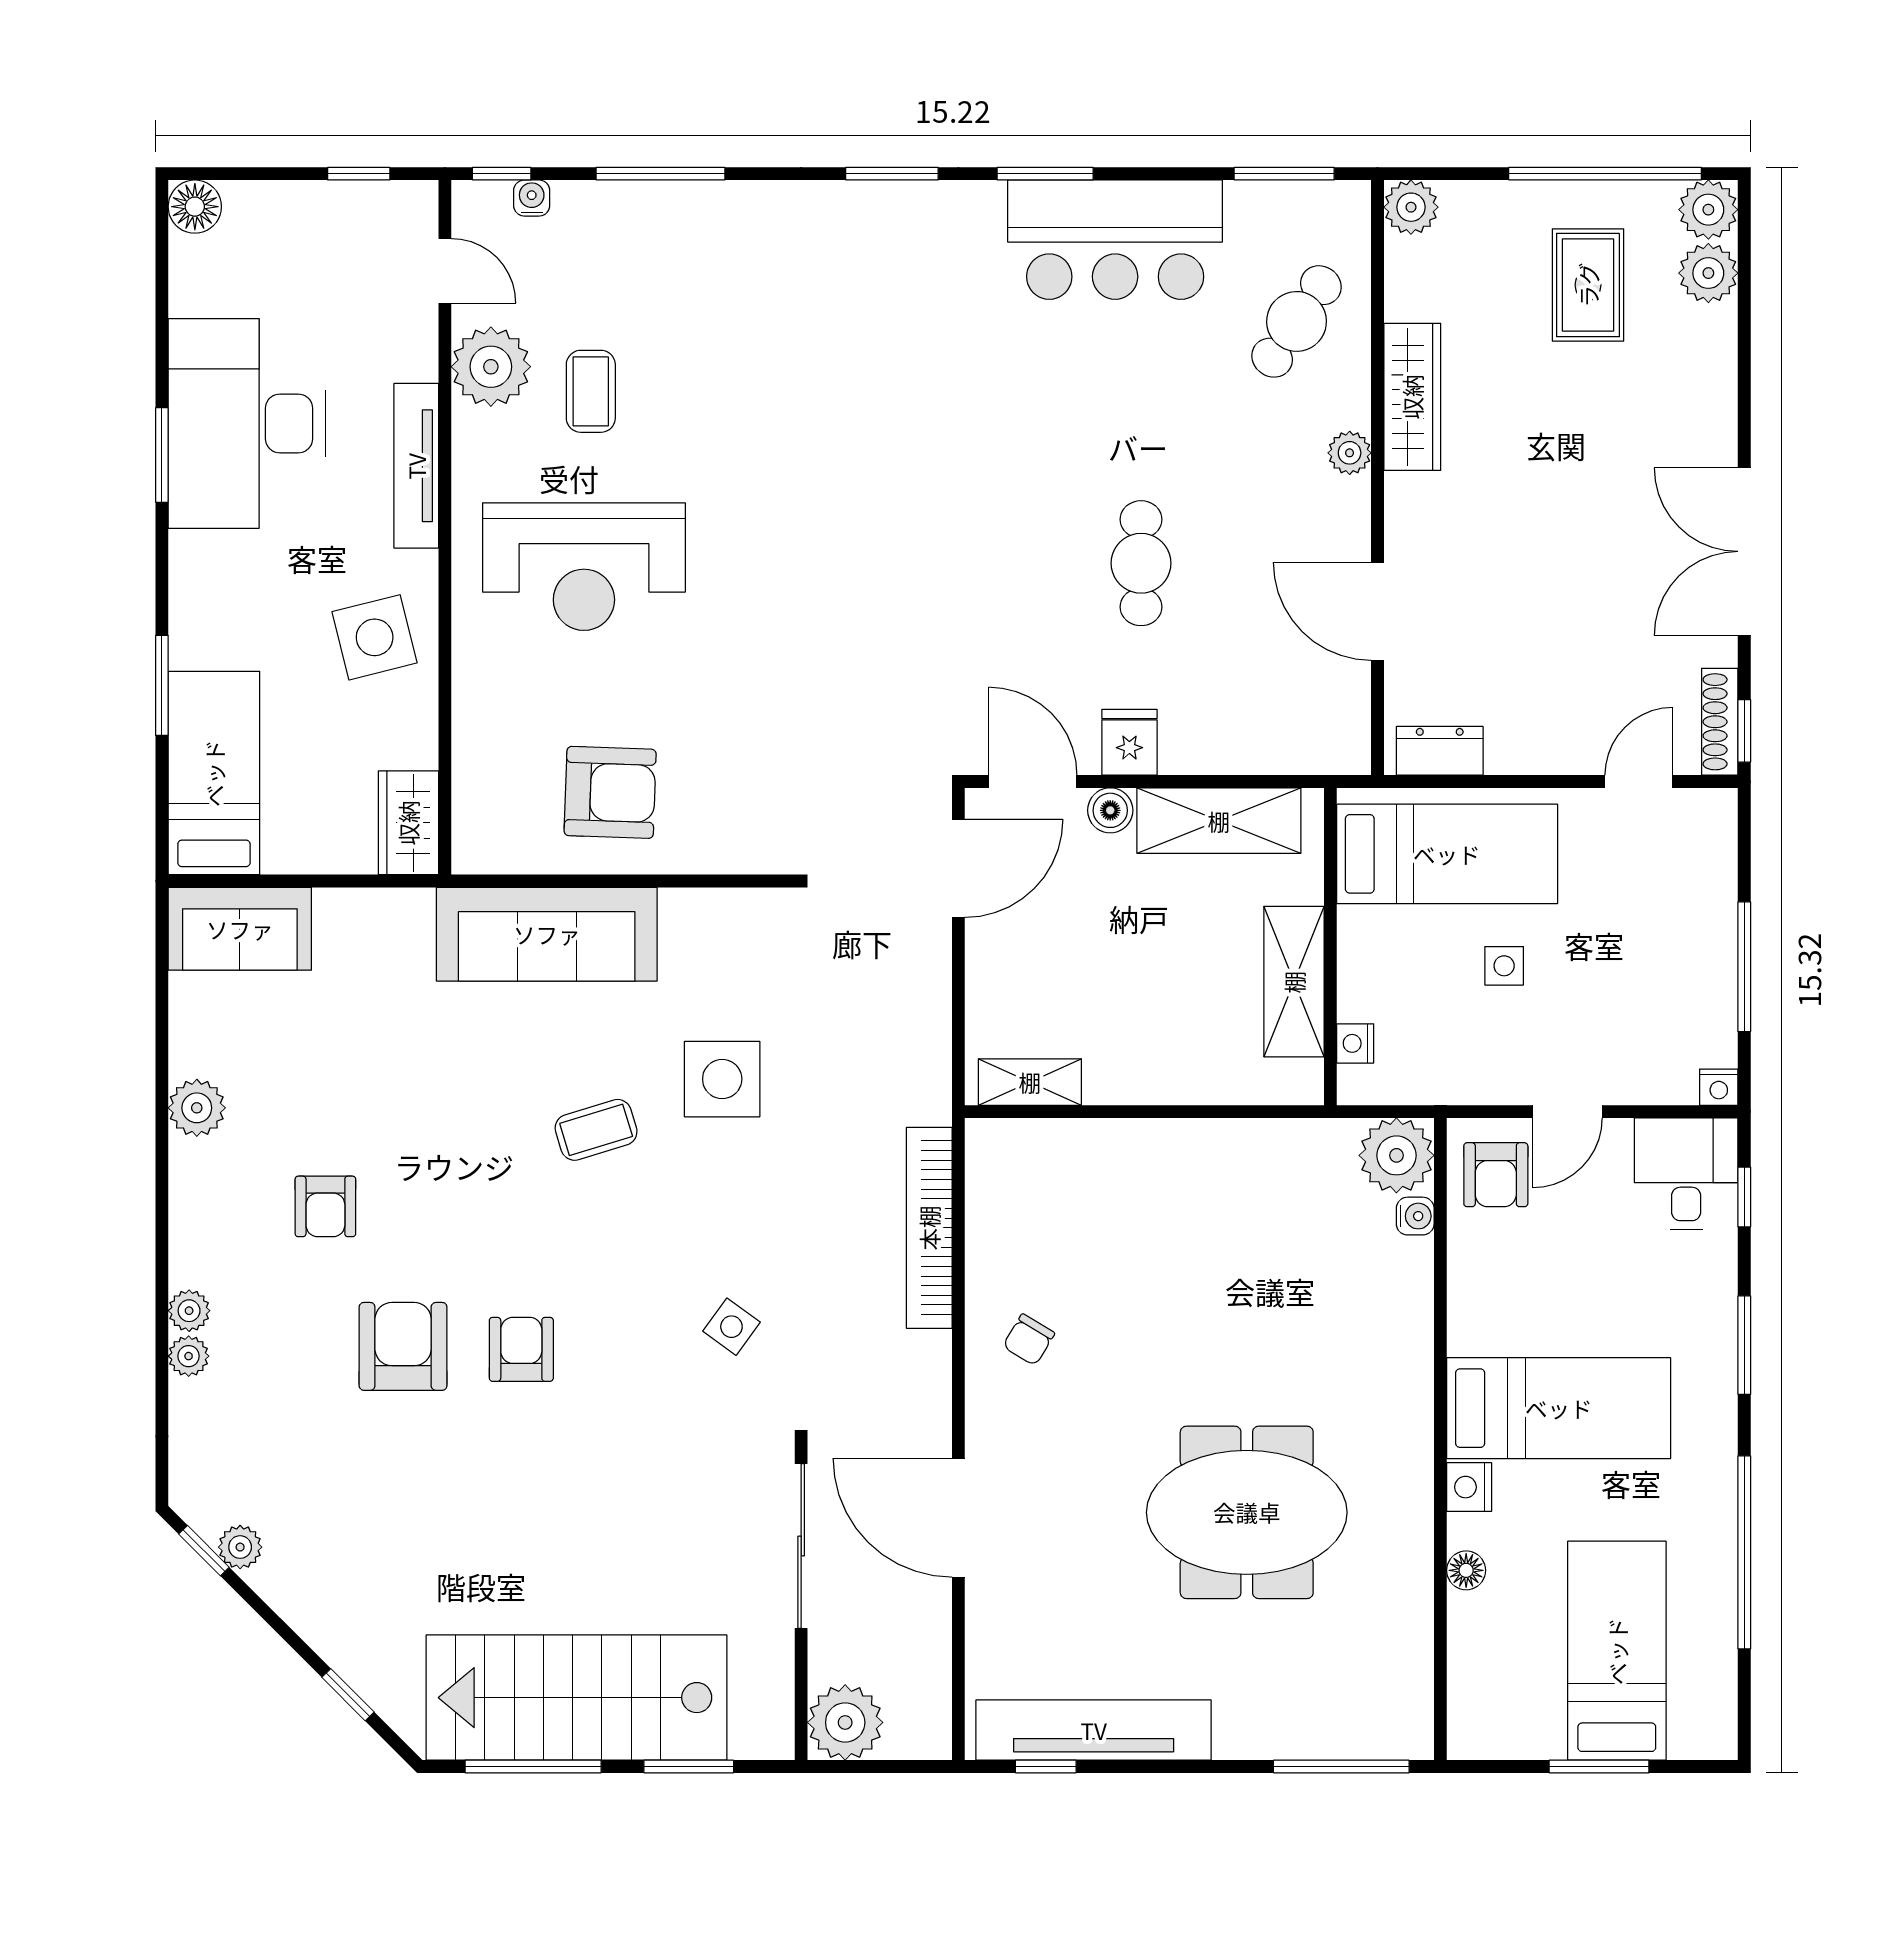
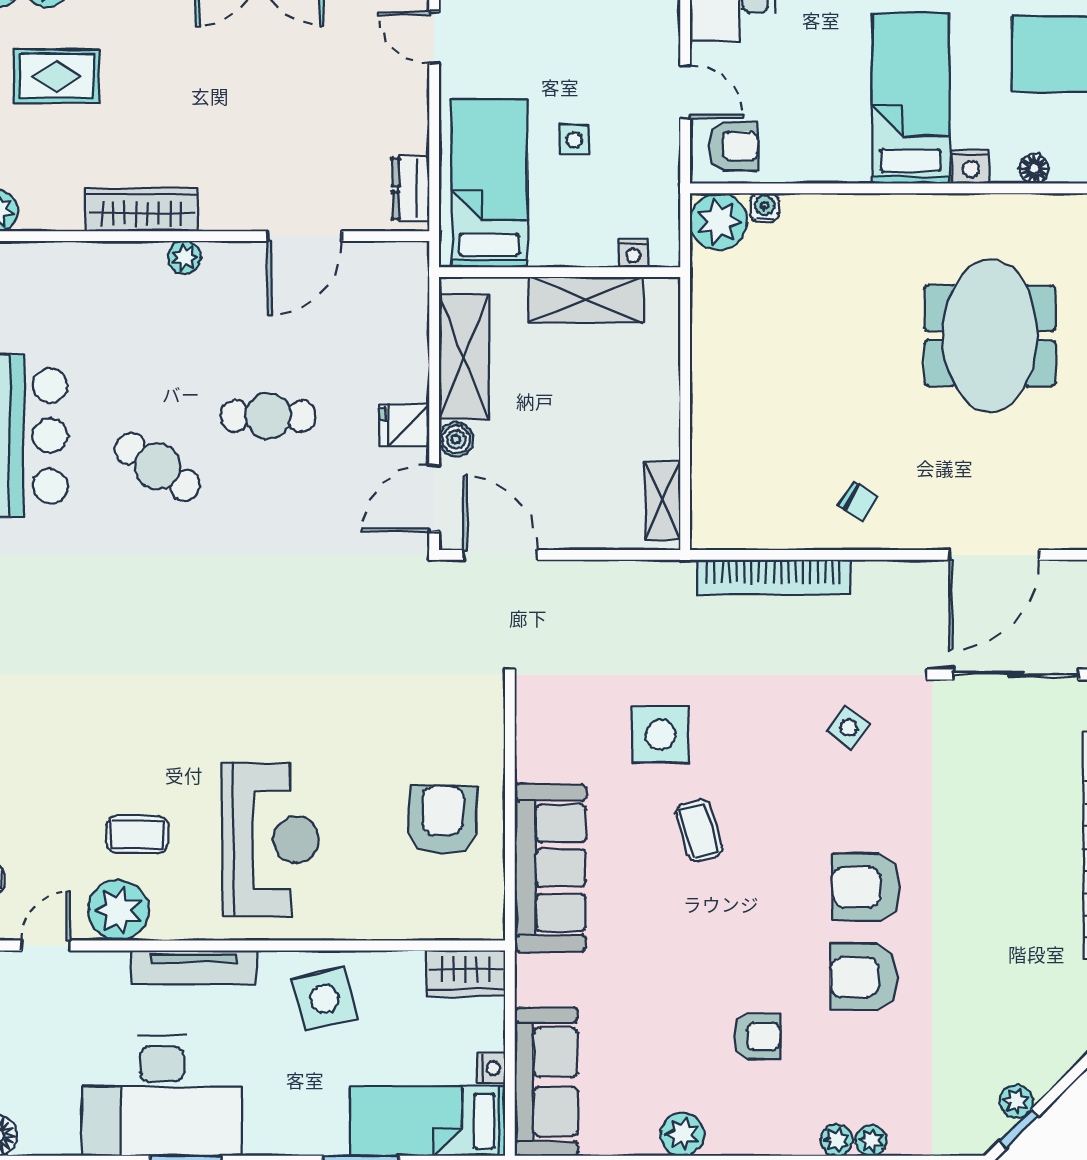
cafe table: (1297, 321) -> (158, 467), moved
nightstand: (284, 856) -> (491, 1068), added
sofa: (240, 929) -> (546, 1082), width x1.36
armchair: (521, 1349) -> (866, 887), width x1.38, depth x1.38

